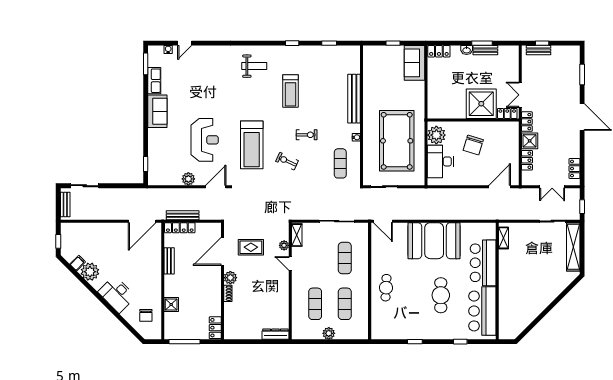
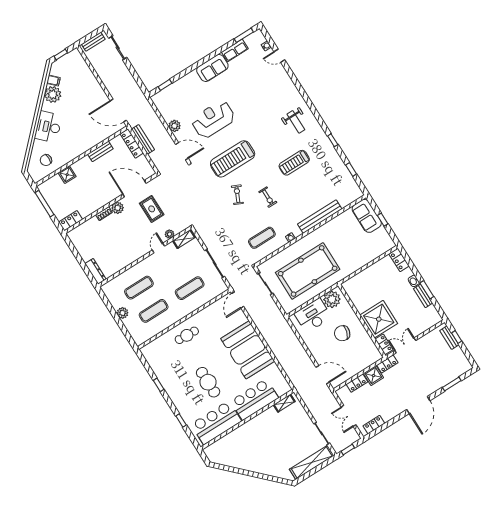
sofa: (415, 63) -> (367, 216), moved, turned -90
reception desk: (205, 140) -> (213, 119), turned 180
cafe table: (441, 295) -> (208, 382), turned 90

